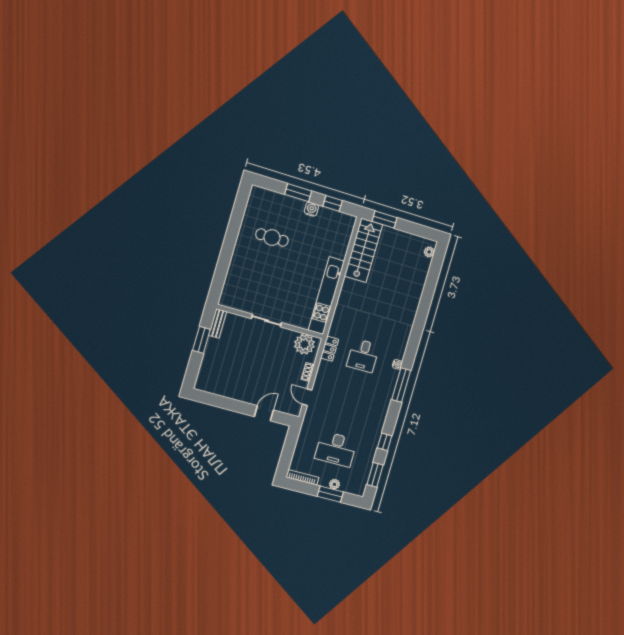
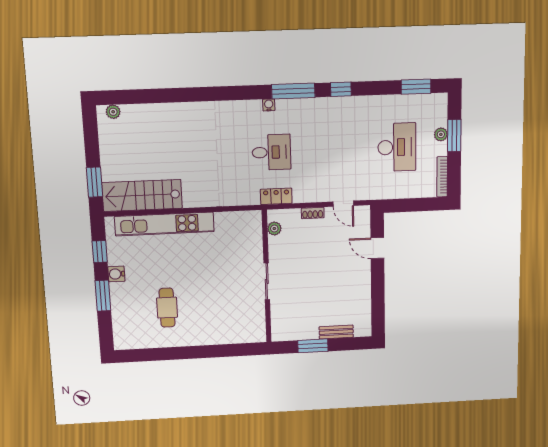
kitchen unit: (326, 296) -> (164, 224), moved
bench: (218, 323) -> (336, 332), moved
plant: (304, 344) -> (274, 229), width x0.53, depth x0.53
door: (307, 397) -> (343, 204), hinge flipped
window: (385, 442) -> (341, 89), moved

